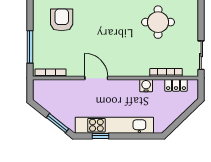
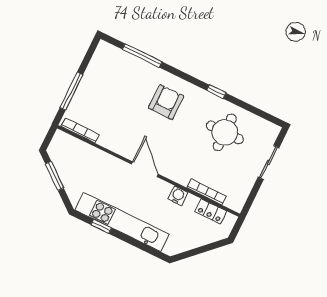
armchair: (62, 20) -> (166, 102), moved
sliding door: (201, 55) -> (269, 162), moved
door: (96, 78) -> (145, 169), moved
window: (58, 123) -> (54, 176), moved

